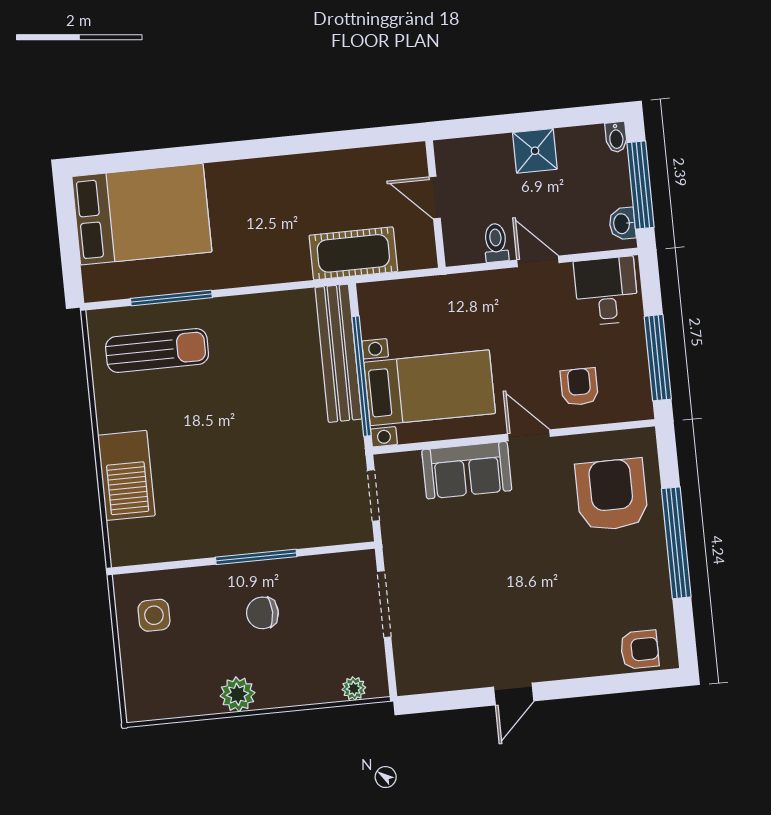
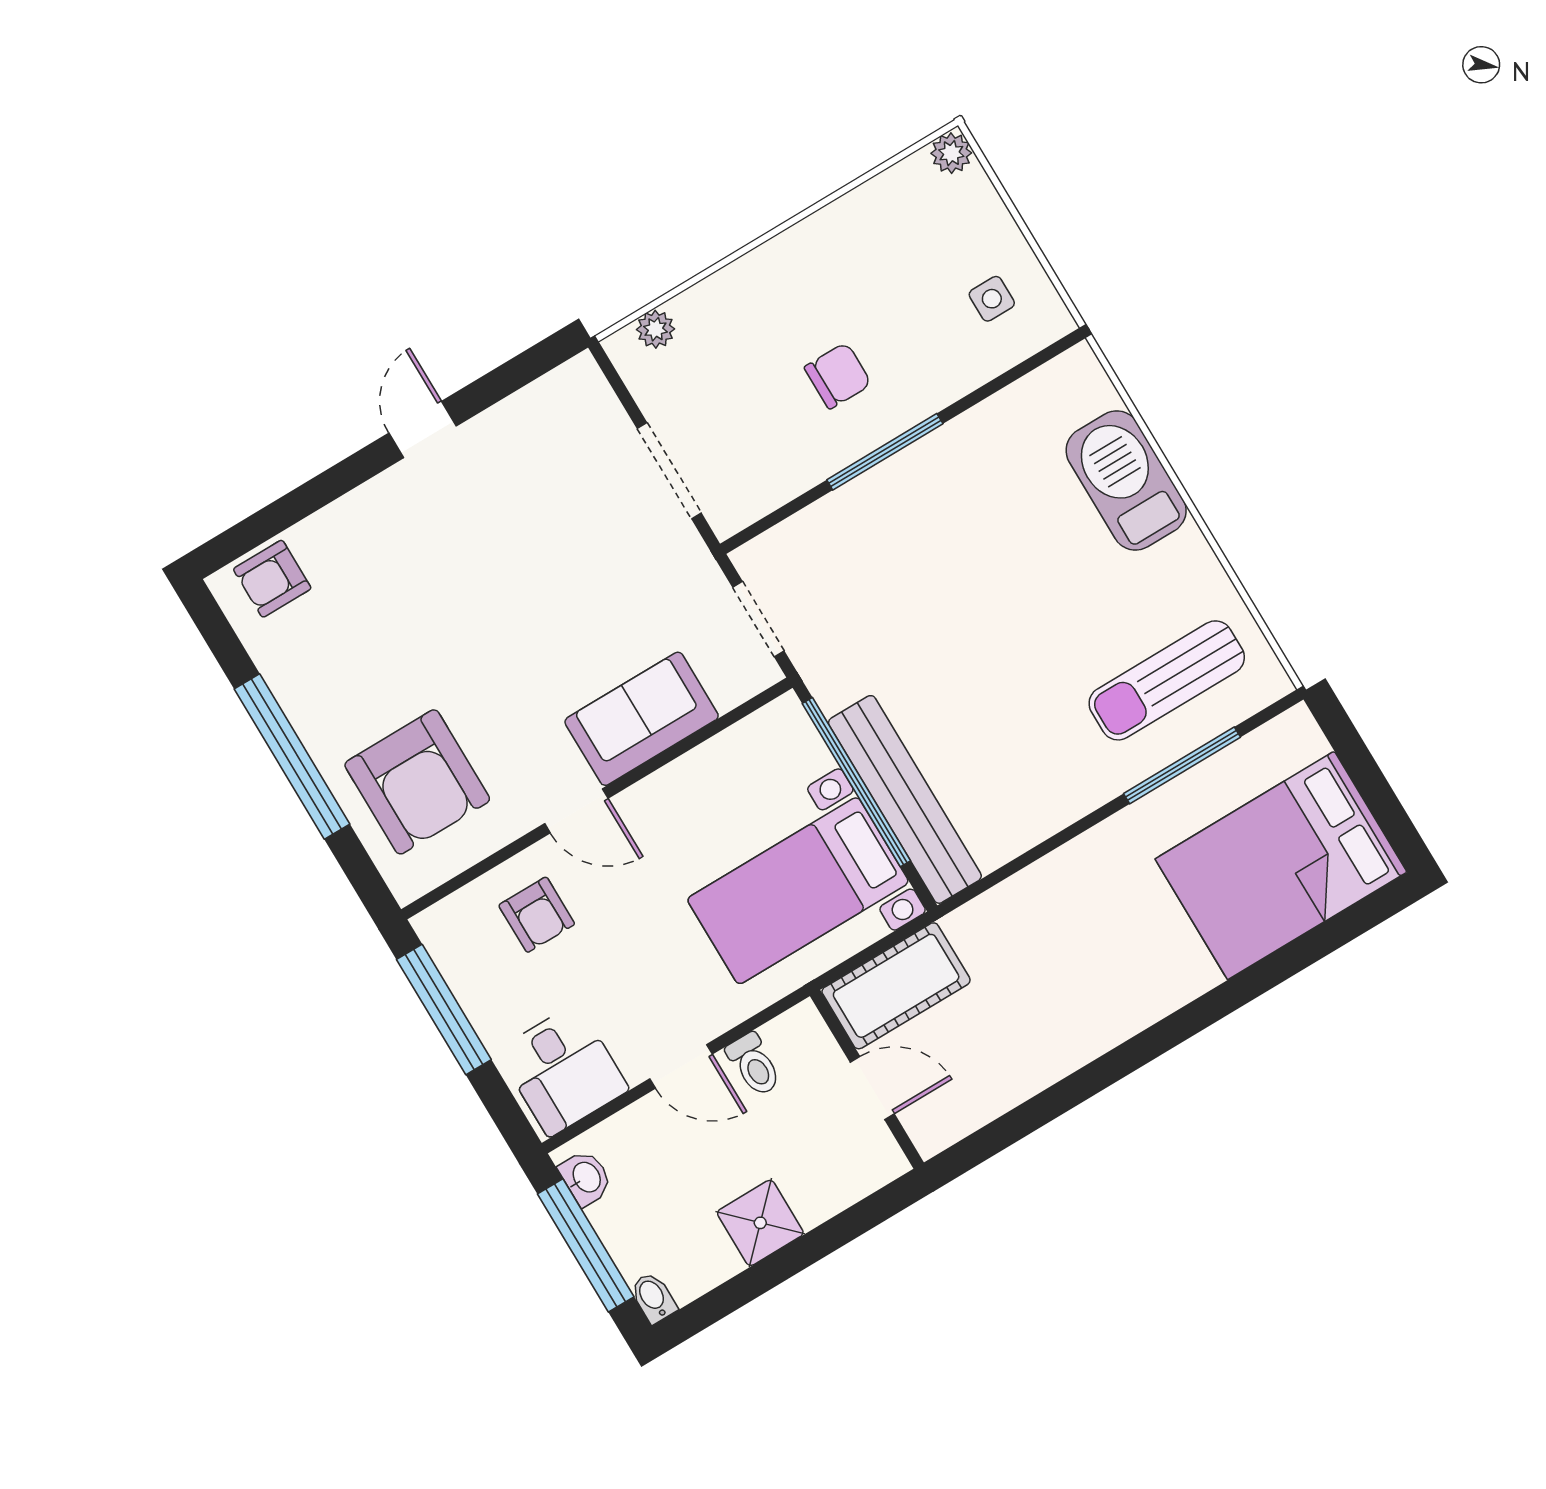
cot: (353, 253) -> (896, 986), moved
bed with nightstands: (430, 388) -> (798, 891), moved
side table: (154, 615) -> (992, 299), width x0.73, depth x0.73
plant: (238, 694) -> (951, 153), moved, width x0.73, depth x0.73

